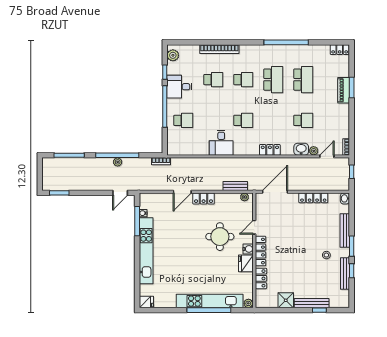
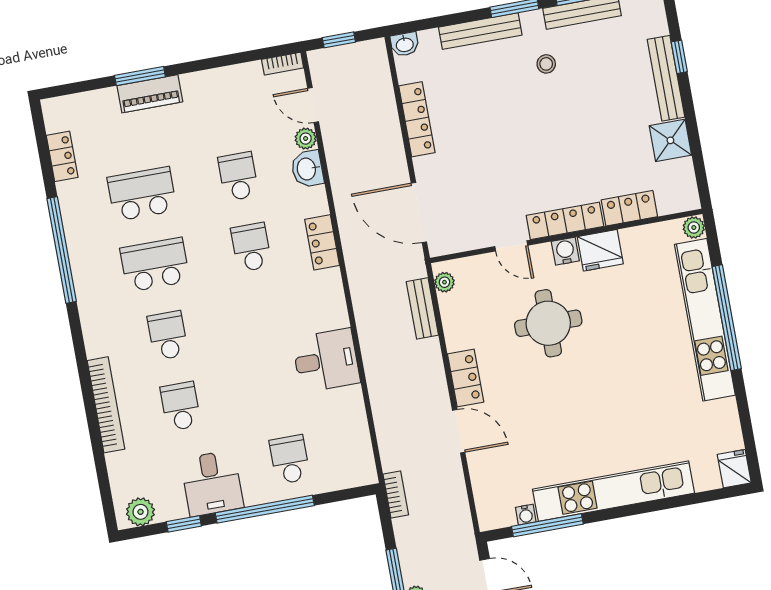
locker: (340, 50) -> (62, 156), moved
school desk: (243, 120) -> (251, 247), moved

